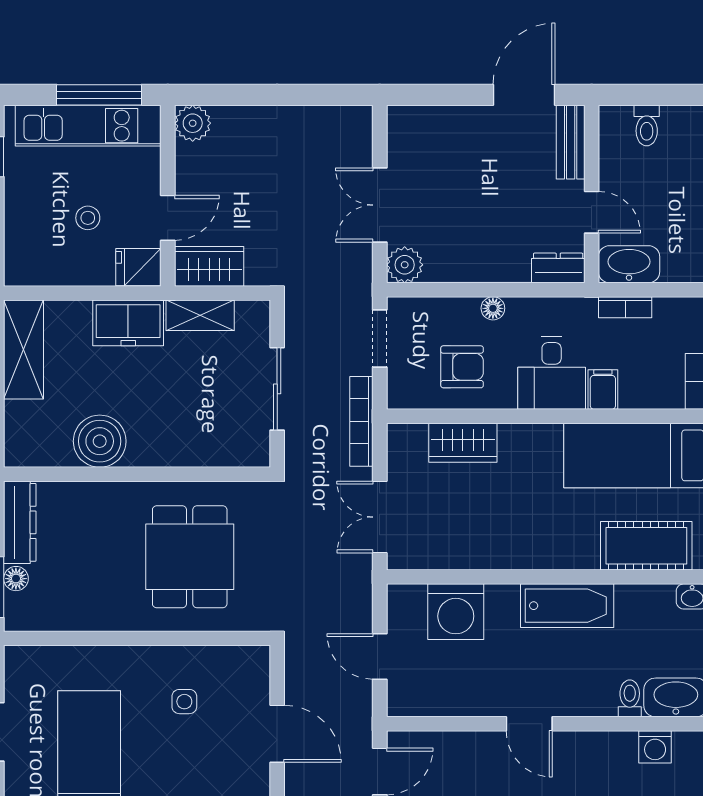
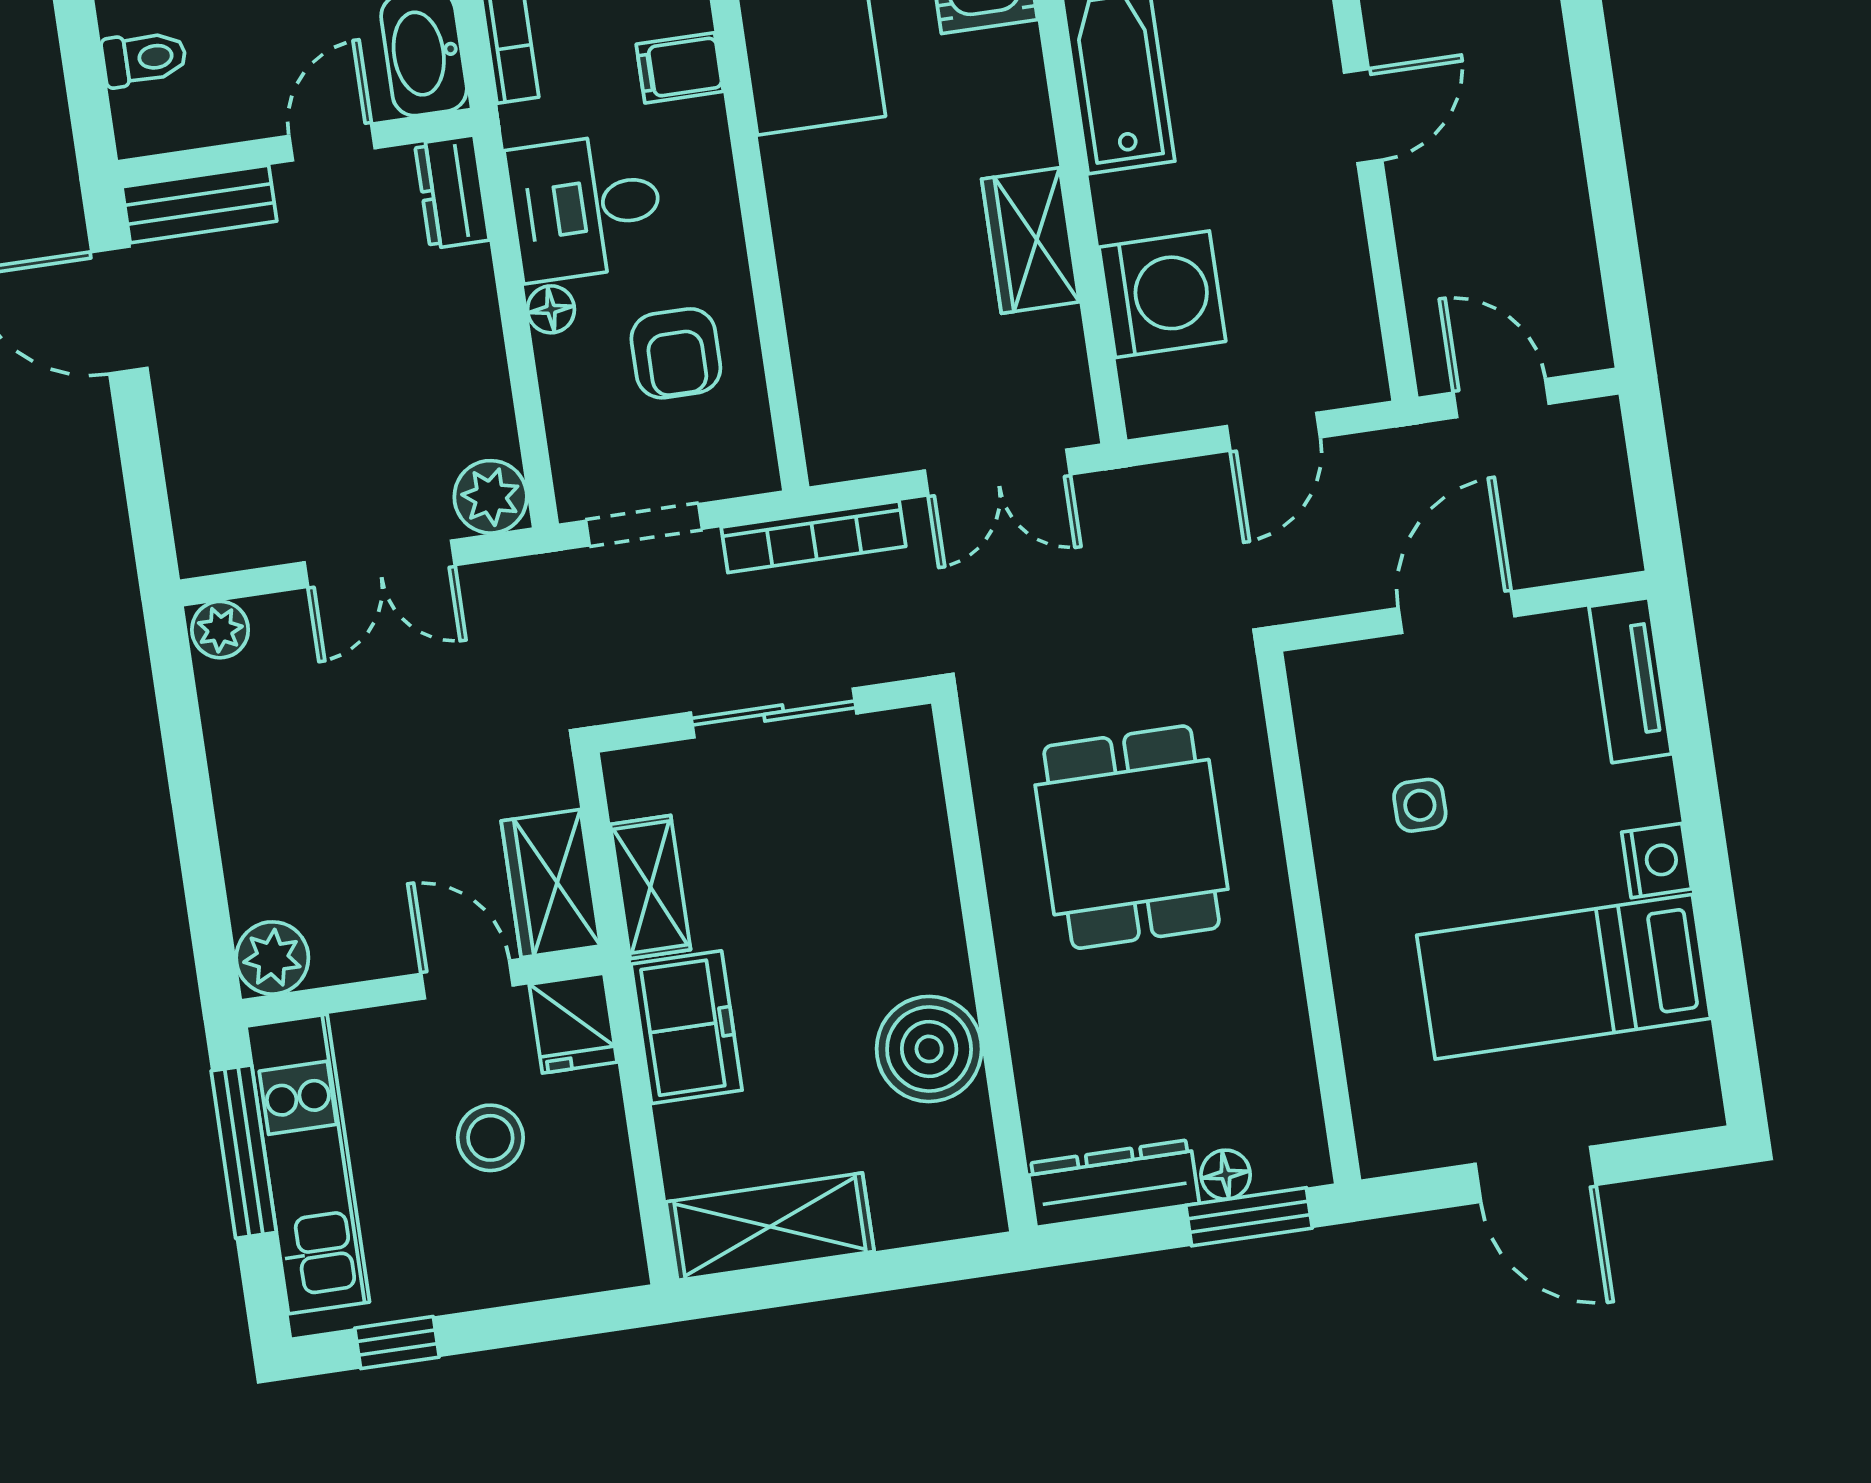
plant: (359, 121) -> (220, 630), added
stool: (88, 218) -> (490, 1138), width x1.37, depth x1.37
armchair: (462, 367) -> (676, 353), turned 180
desk: (552, 373) -> (586, 207), moved, turned 180
wardrobe: (463, 443) -> (1030, 241), moved, turned 180
dining table: (190, 557) -> (1132, 837), turned 90

